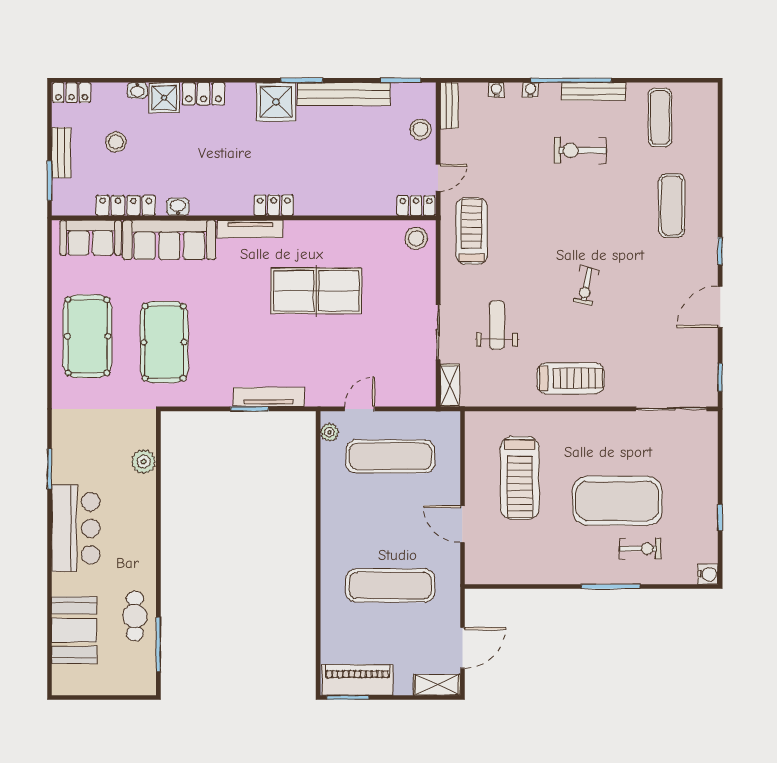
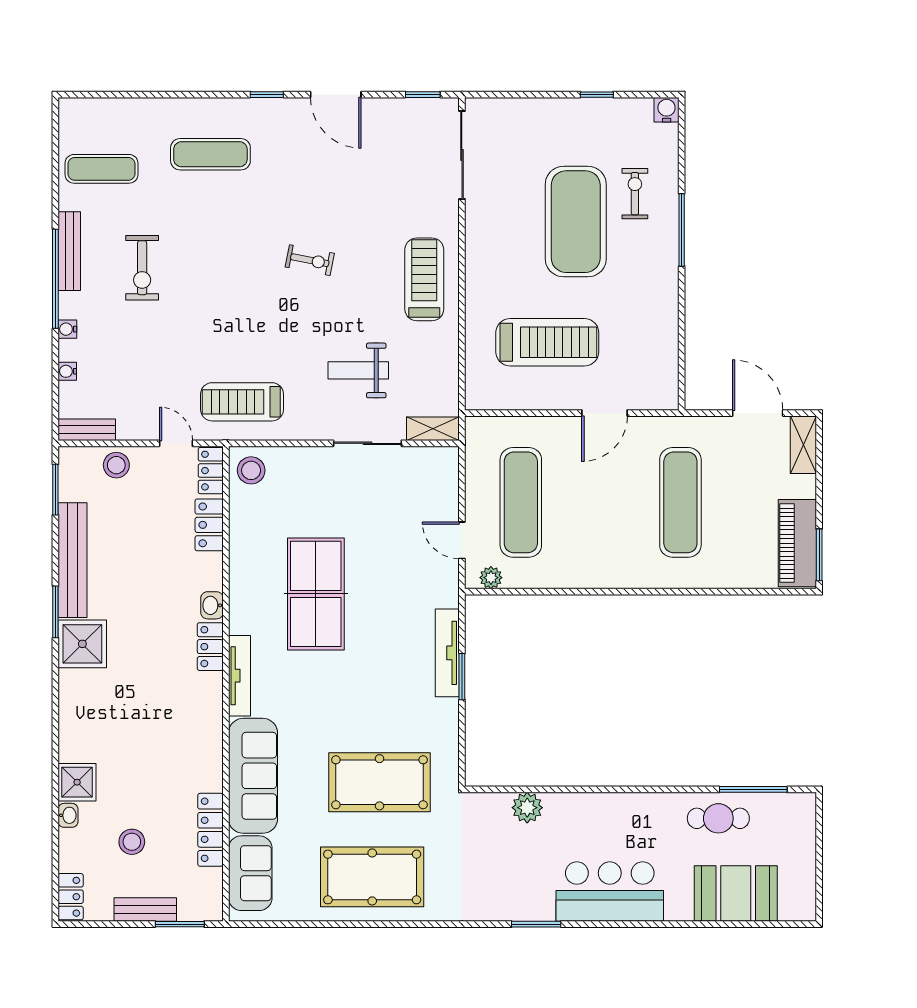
locker: (203, 94) -> (209, 525), moved, turned 180
washbasin: (178, 207) -> (212, 605), moved

